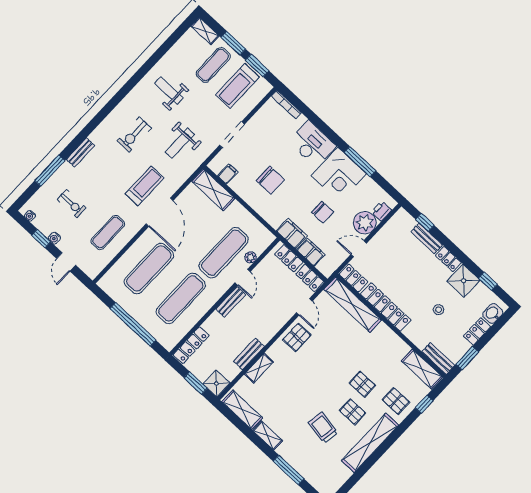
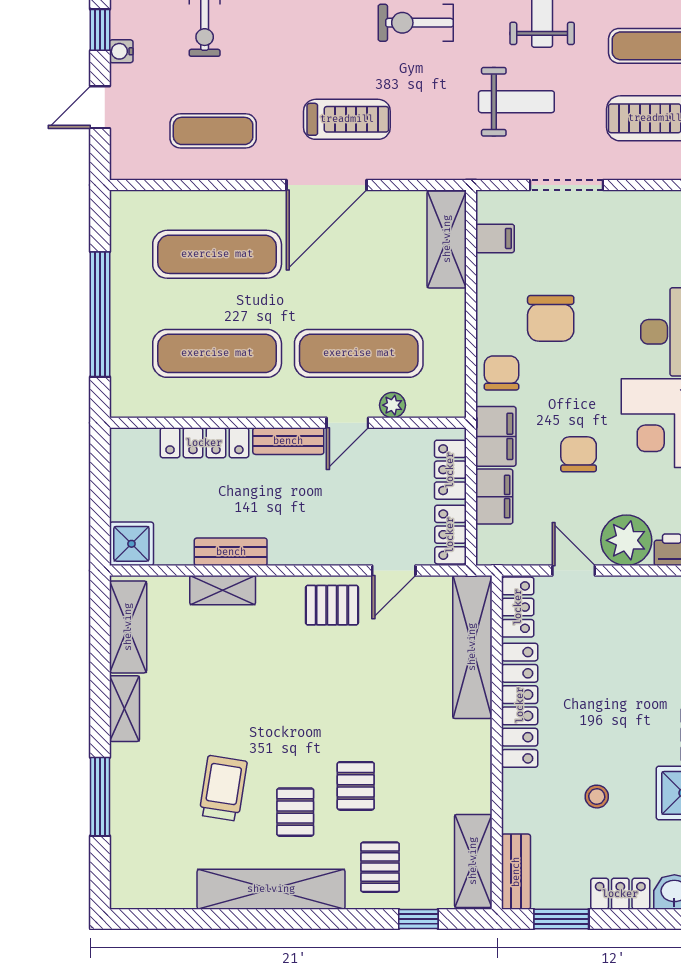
weight bench: (180, 143) -> (516, 102), moved, turned 180
chair: (323, 212) -> (579, 454), turned 180
chair: (273, 213) -> (502, 373), added
locker: (191, 345) -> (204, 443), moved
window: (196, 383) -> (100, 509), removed

